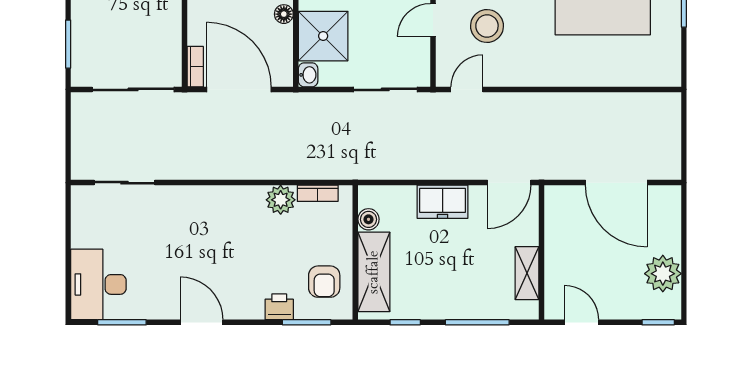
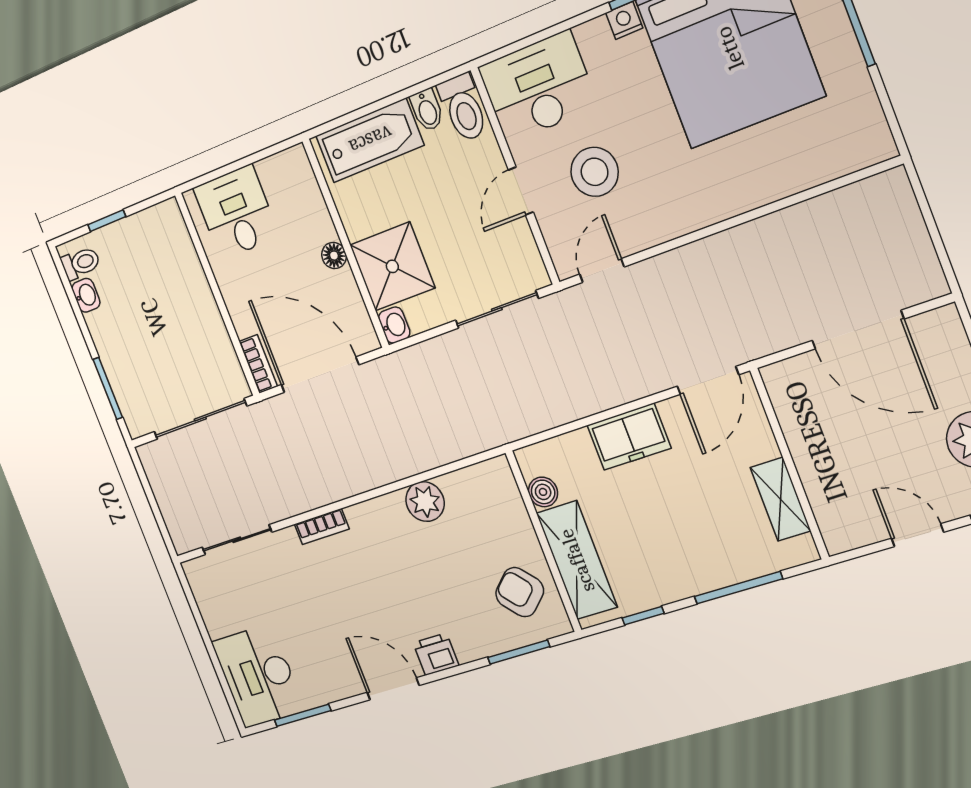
bookcase: (318, 193) -> (322, 527), moved
armchair: (324, 282) -> (520, 592), turned 138
printer: (279, 307) -> (436, 654), moved
door: (581, 322) -> (917, 535), moved

